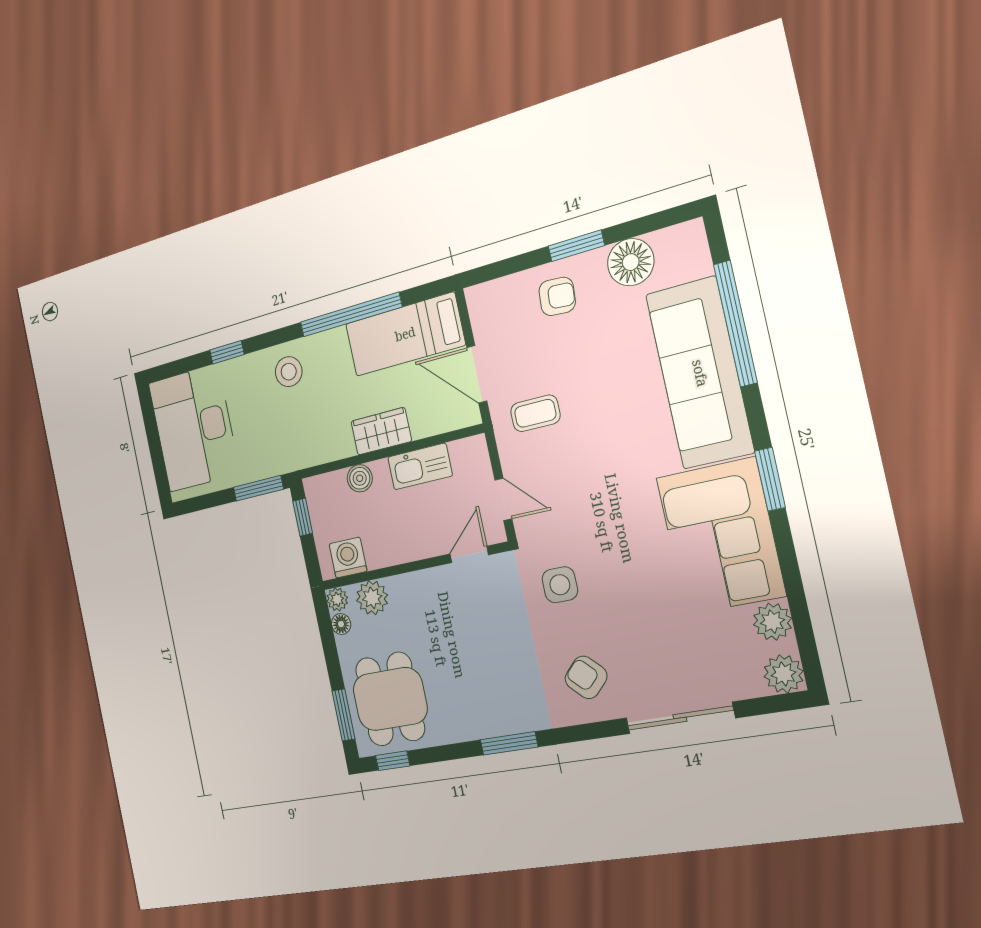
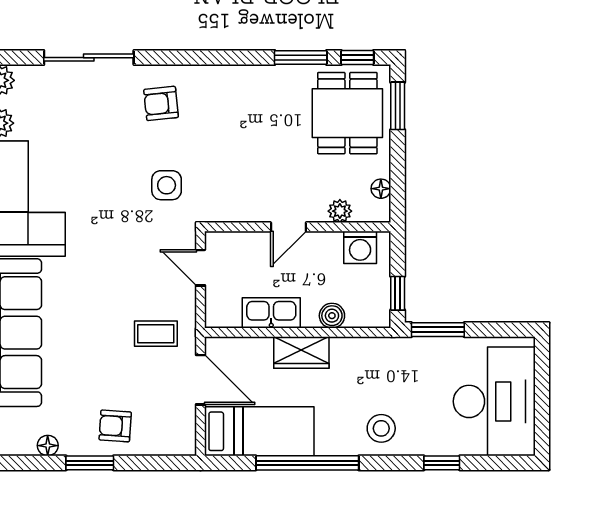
floor lamp: (631, 262) -> (48, 446), width x0.53, depth x0.53
door: (469, 554) -> (288, 227), moved
plant: (372, 598) -> (340, 211), width x0.73, depth x0.73
plant: (337, 599) -> (380, 212), removed
armchair: (586, 677) -> (161, 103), turned 129
window: (509, 743) -> (301, 58), moved

